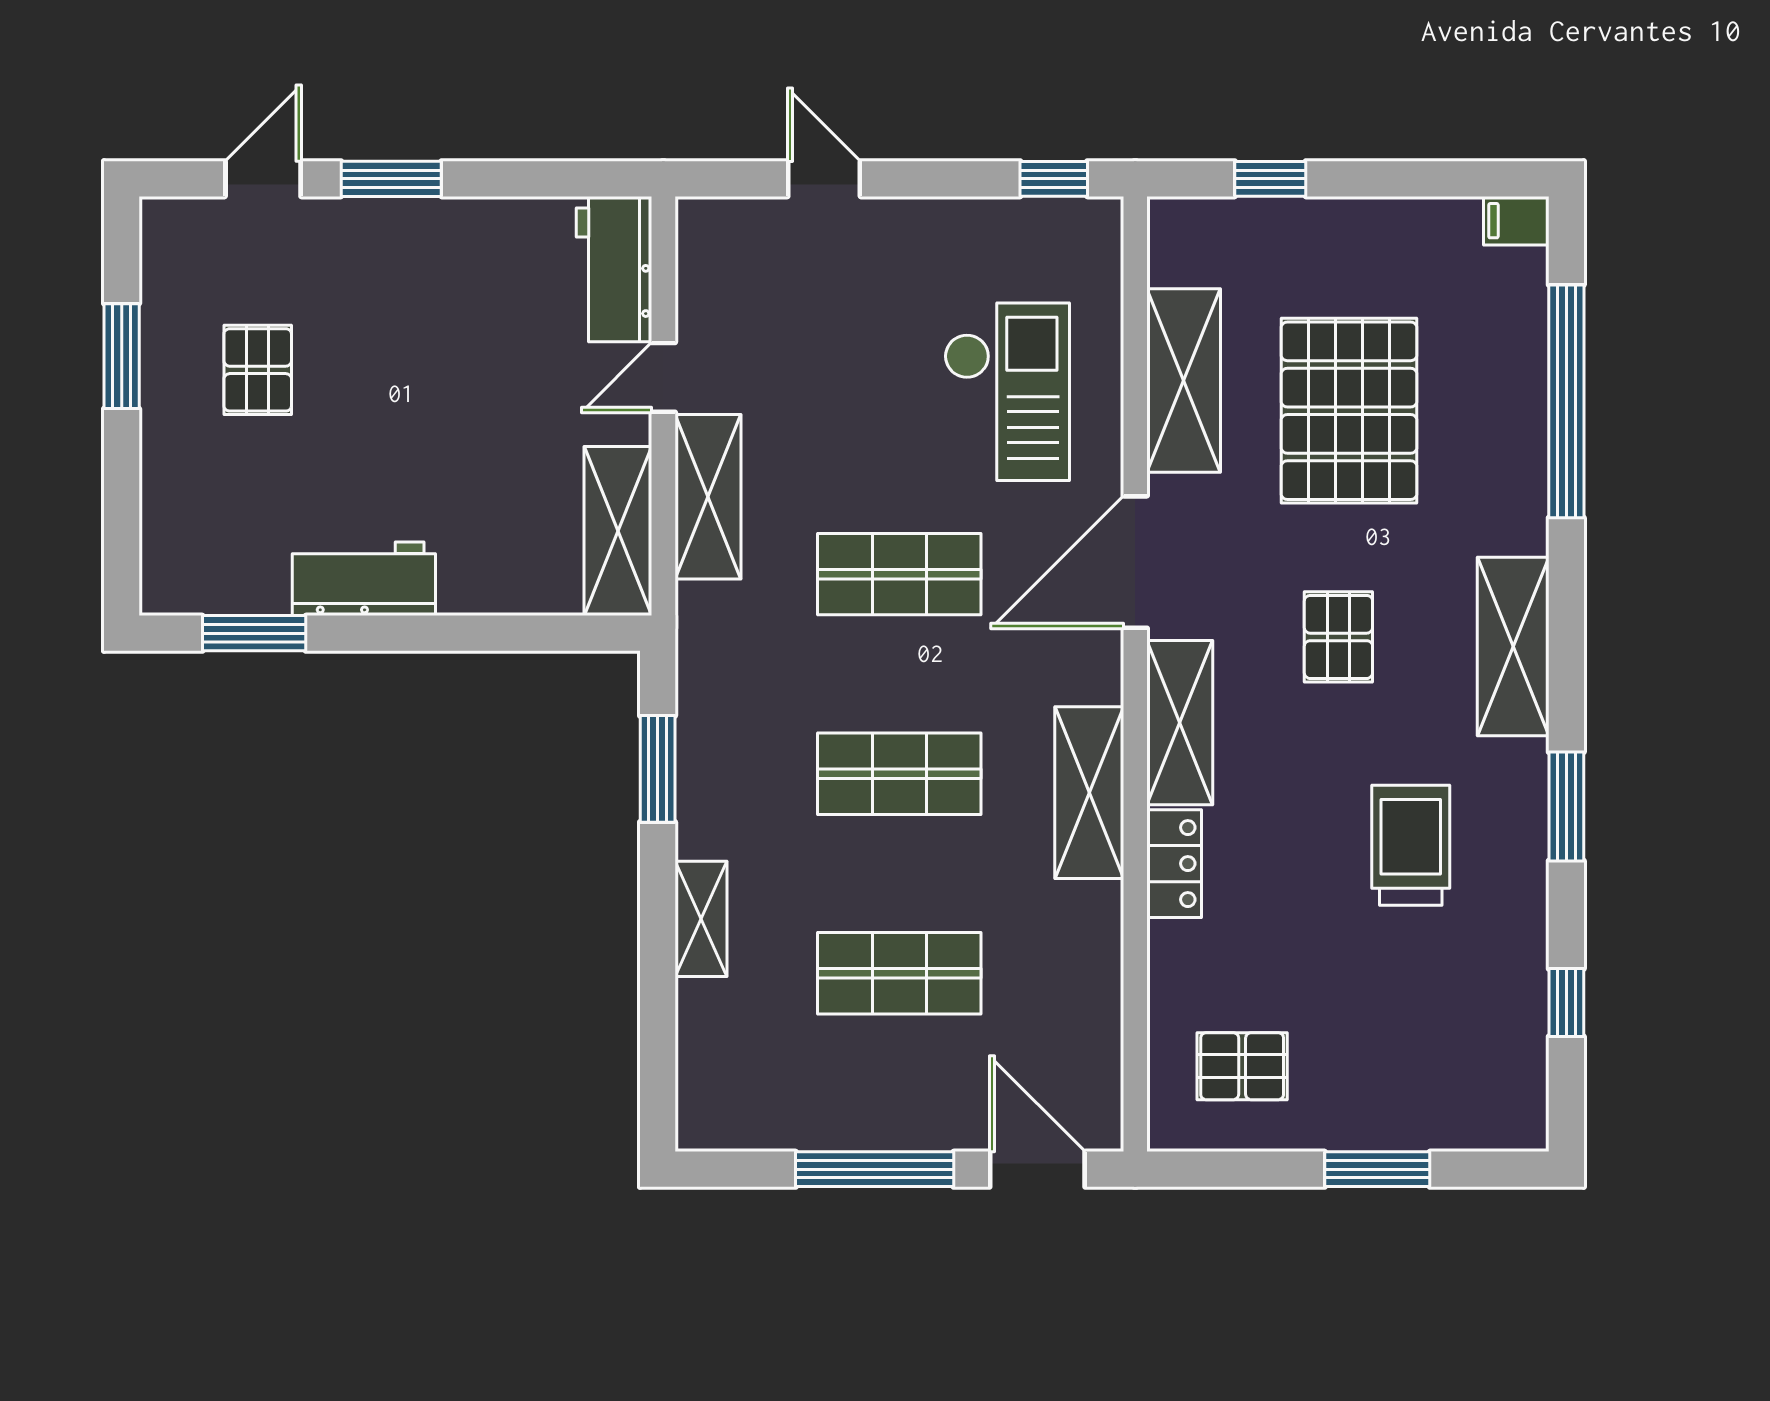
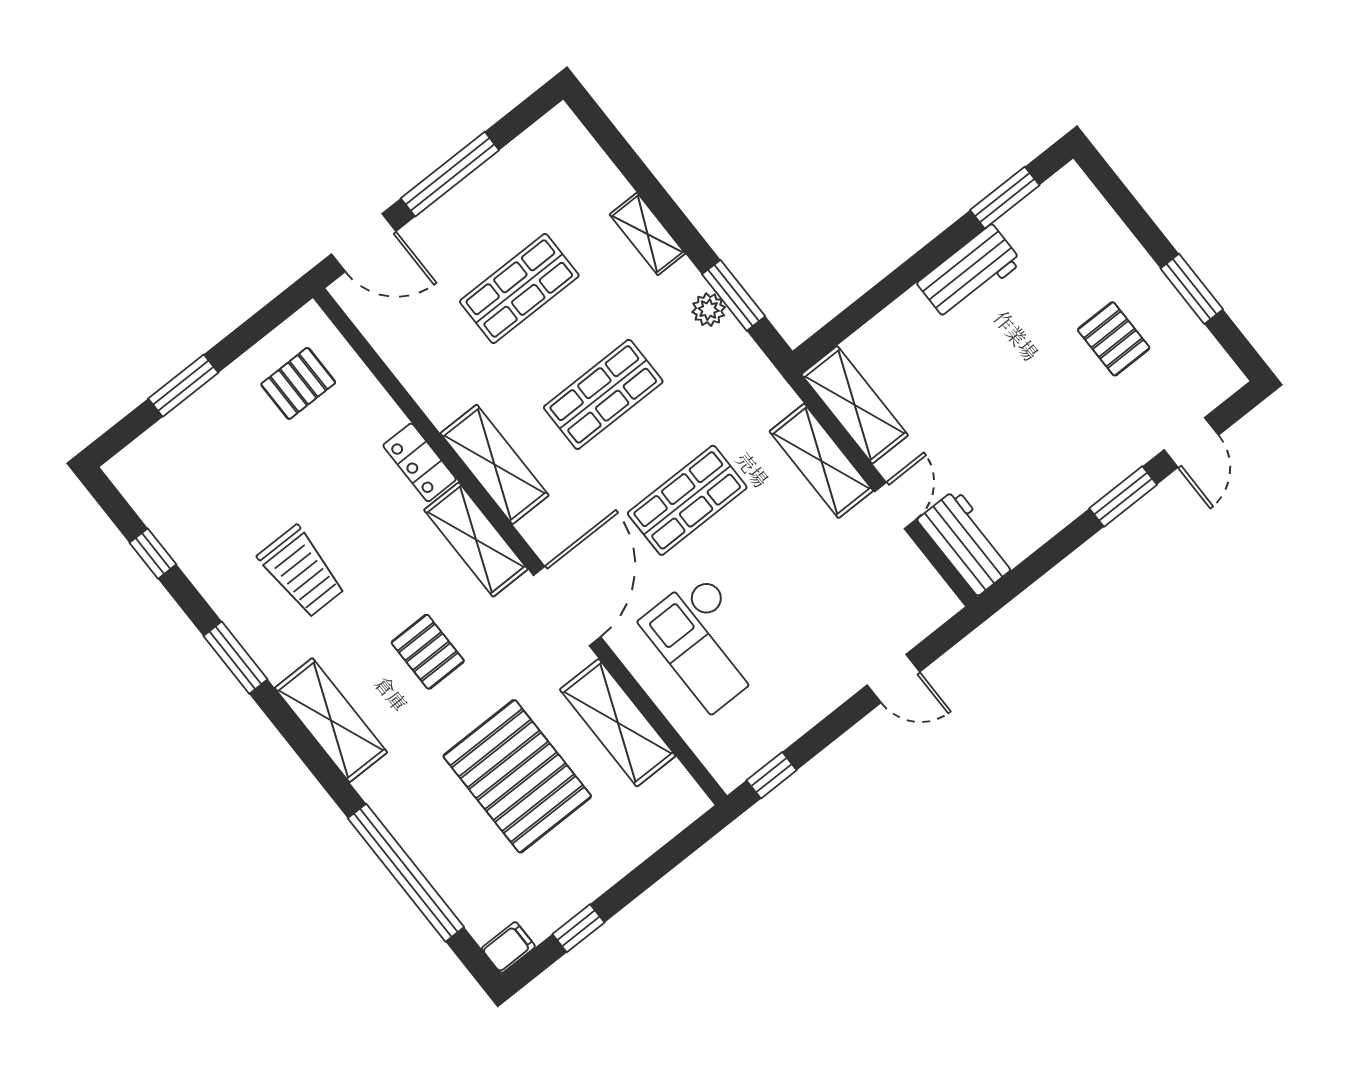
window: (1270, 179) -> (578, 928), moved
plant: (700, 775) -> (709, 310), added

